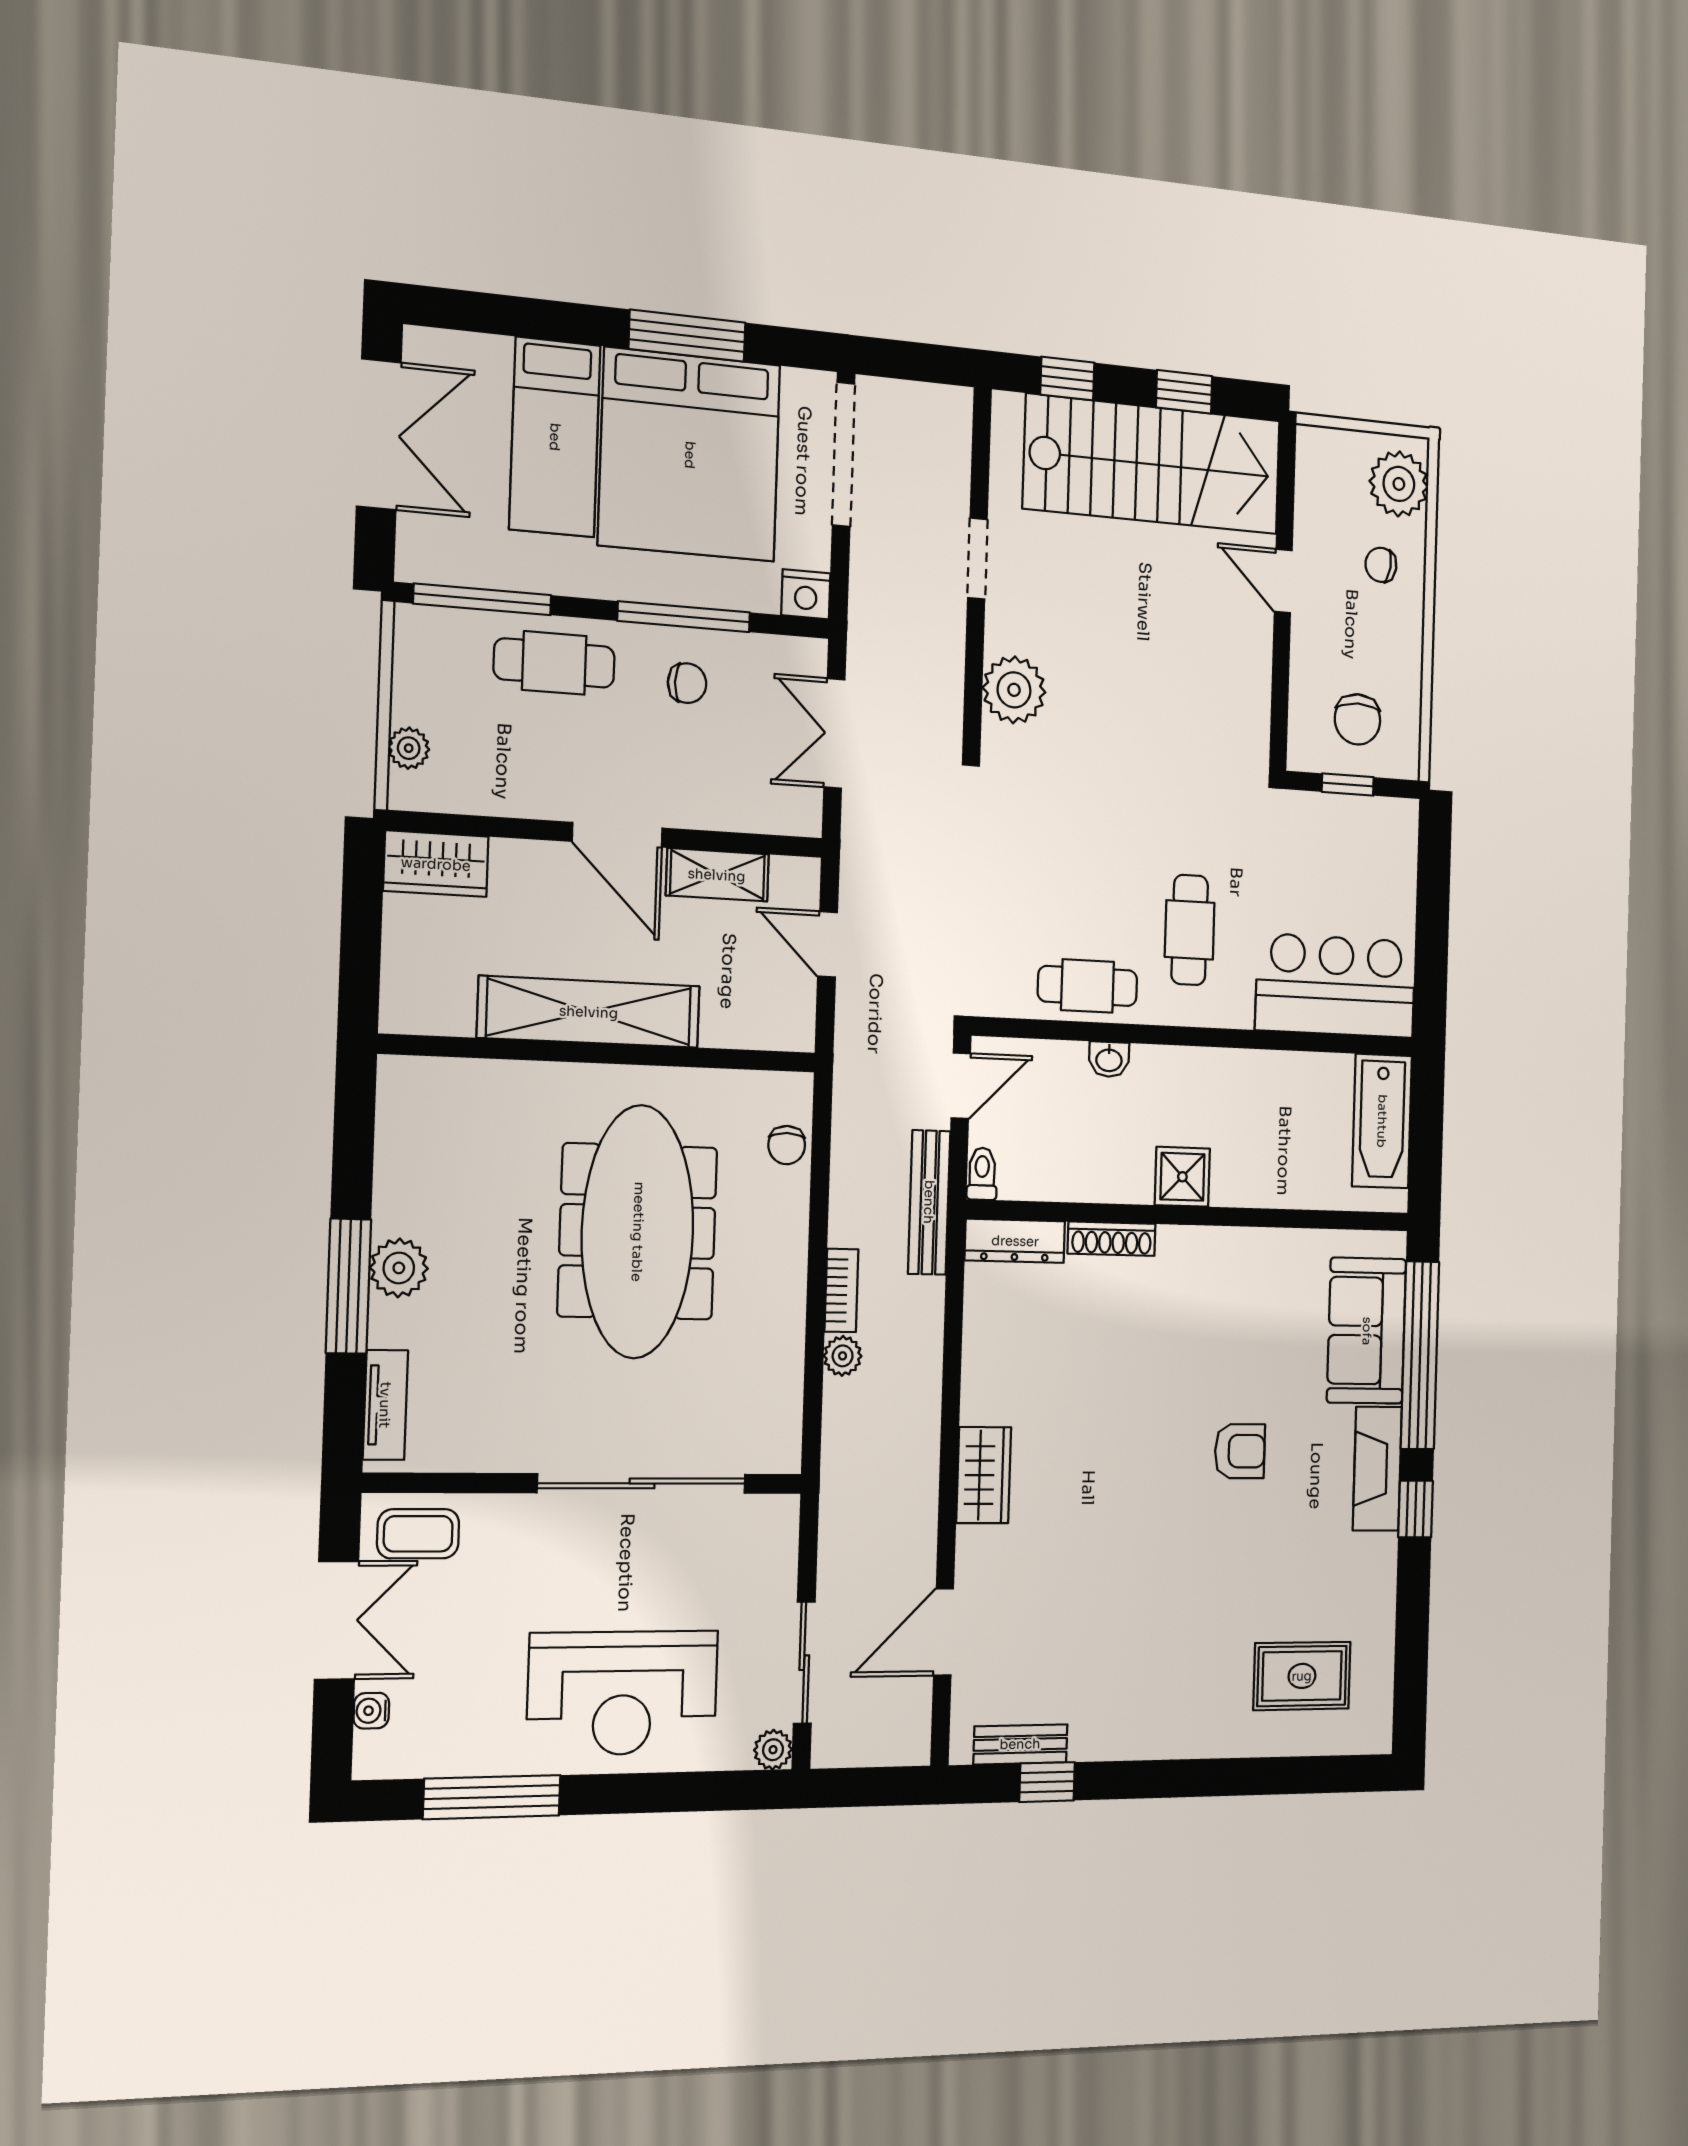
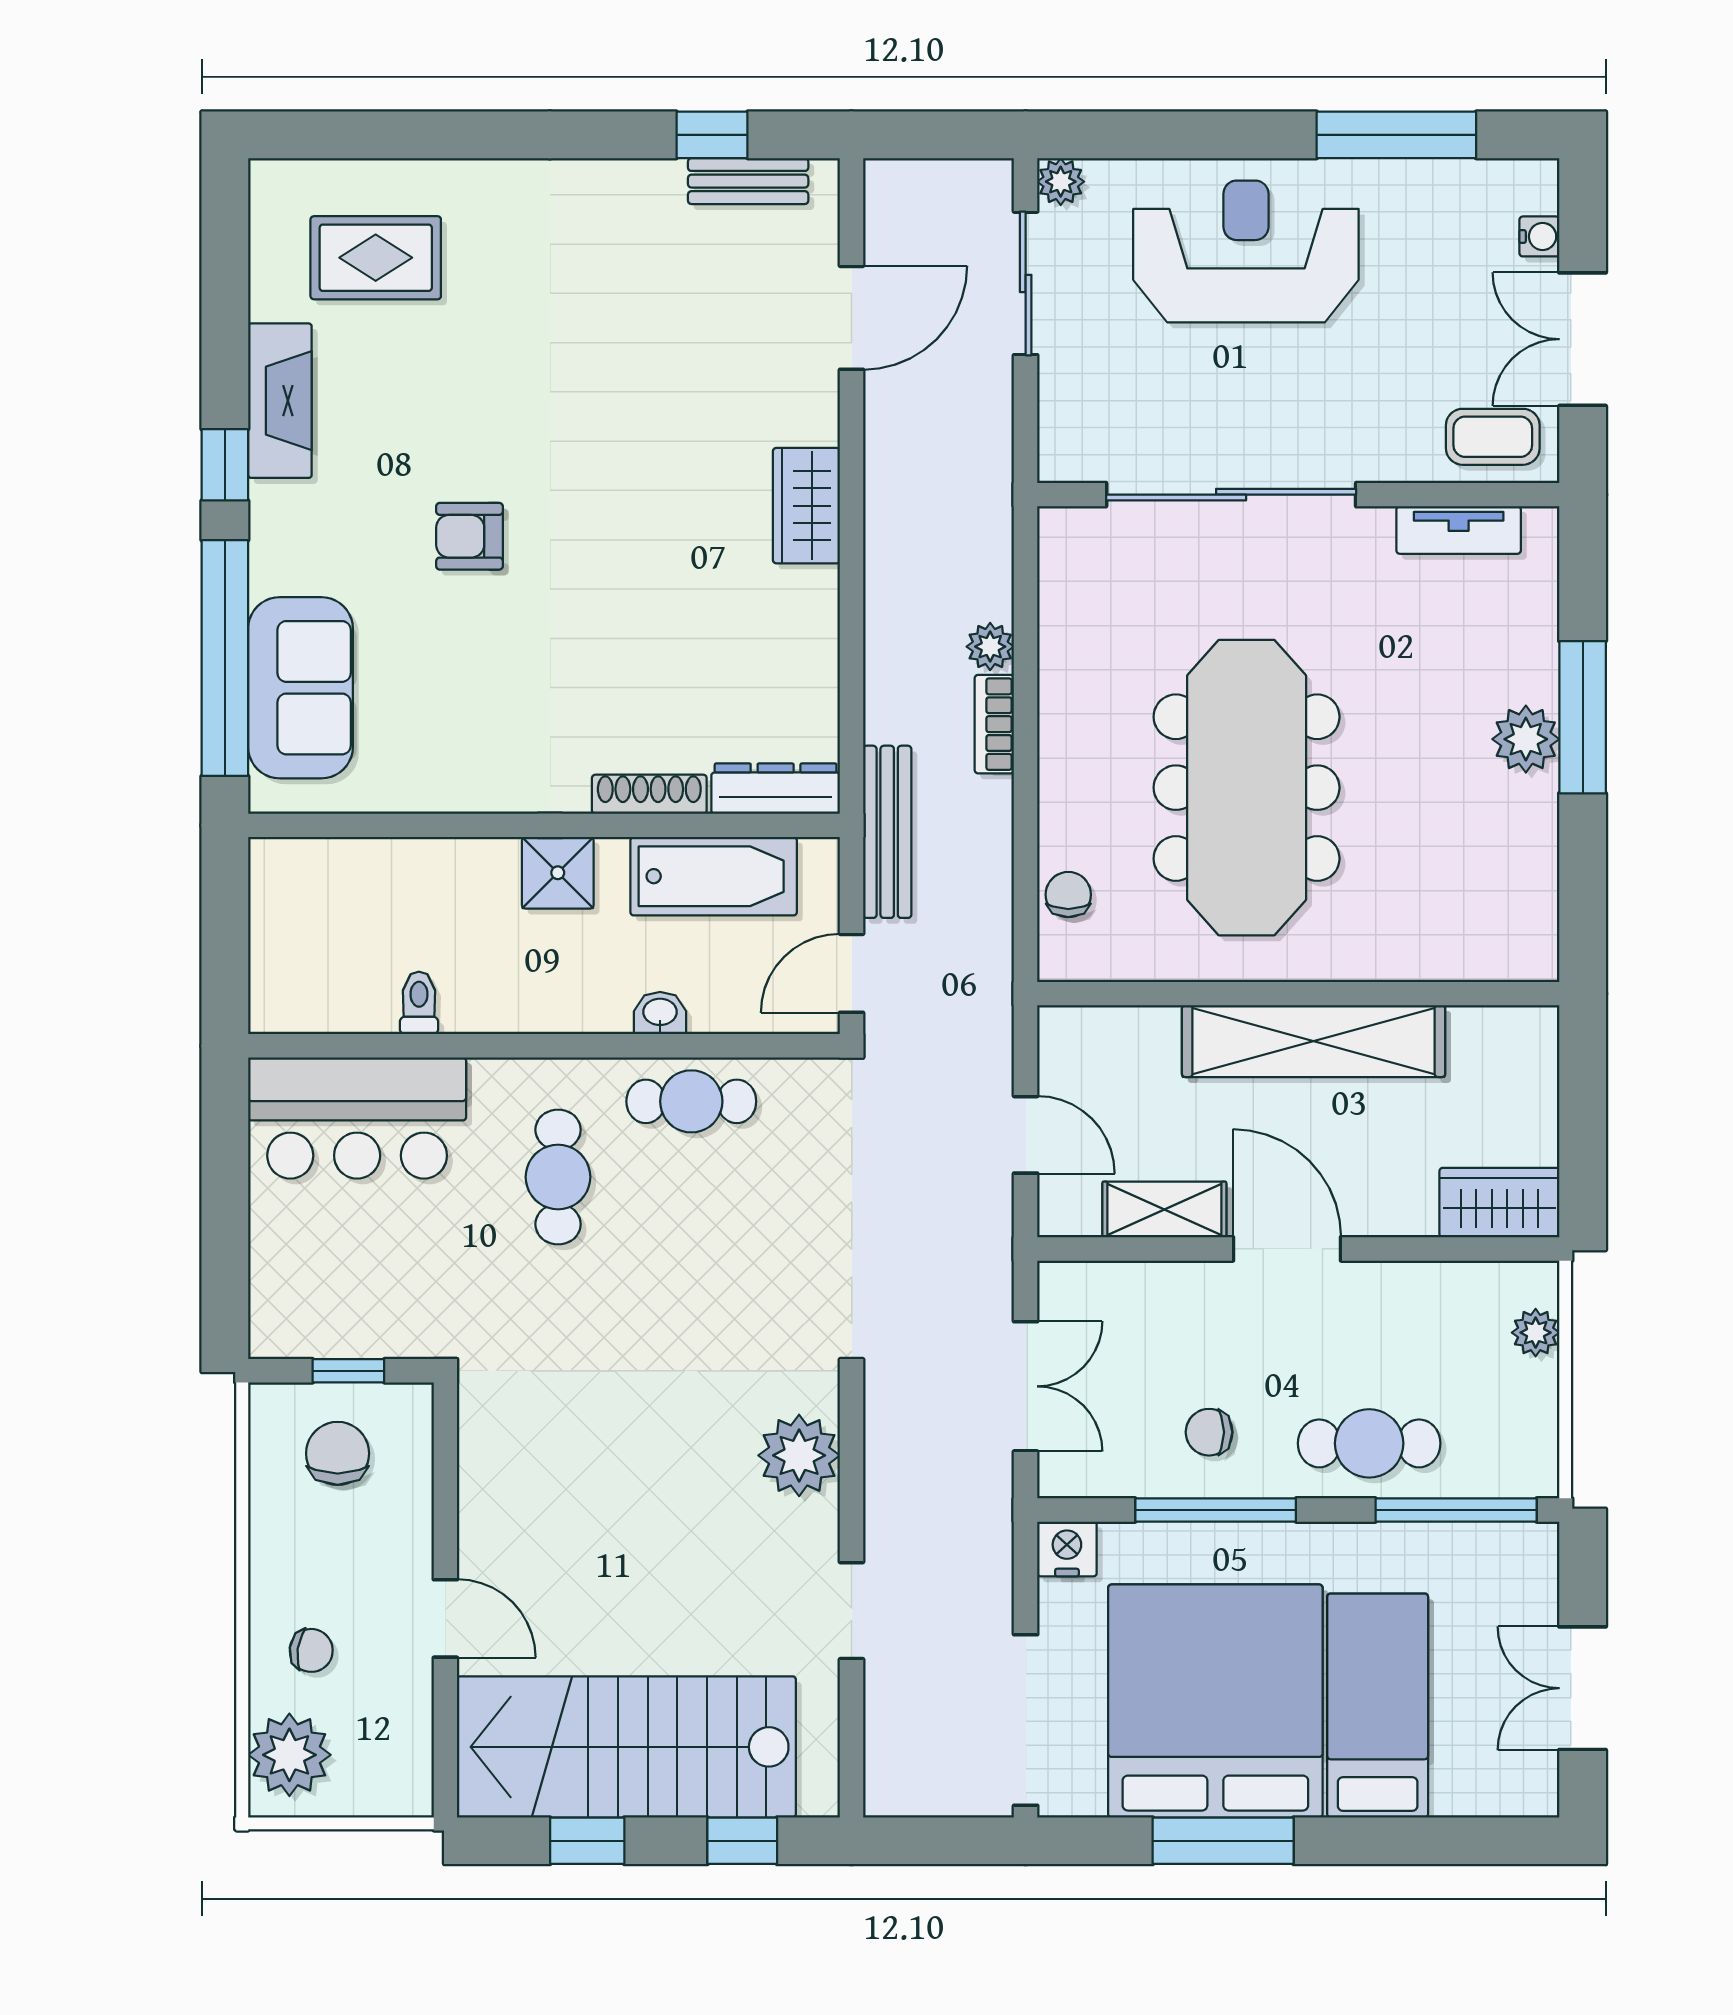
double door: (379, 434) -> (1583, 1688), width x0.73
bathtub: (1382, 1121) -> (714, 876), moved, turned 90
toilet: (982, 1174) -> (419, 1003), moved, turned 180
tv unit: (385, 1405) -> (1459, 530), moved, turned -90
fireplace: (1377, 1469) -> (280, 401), moved

